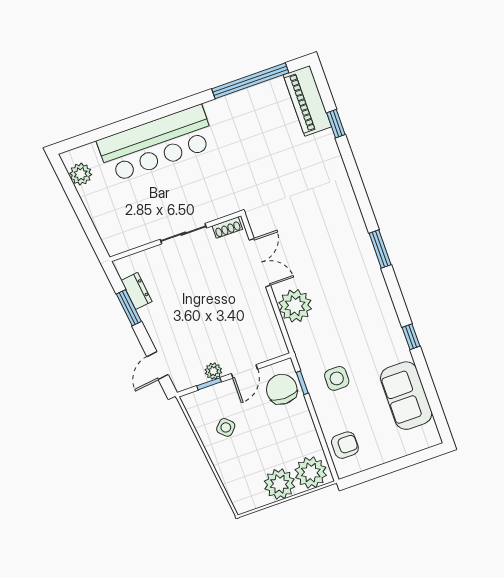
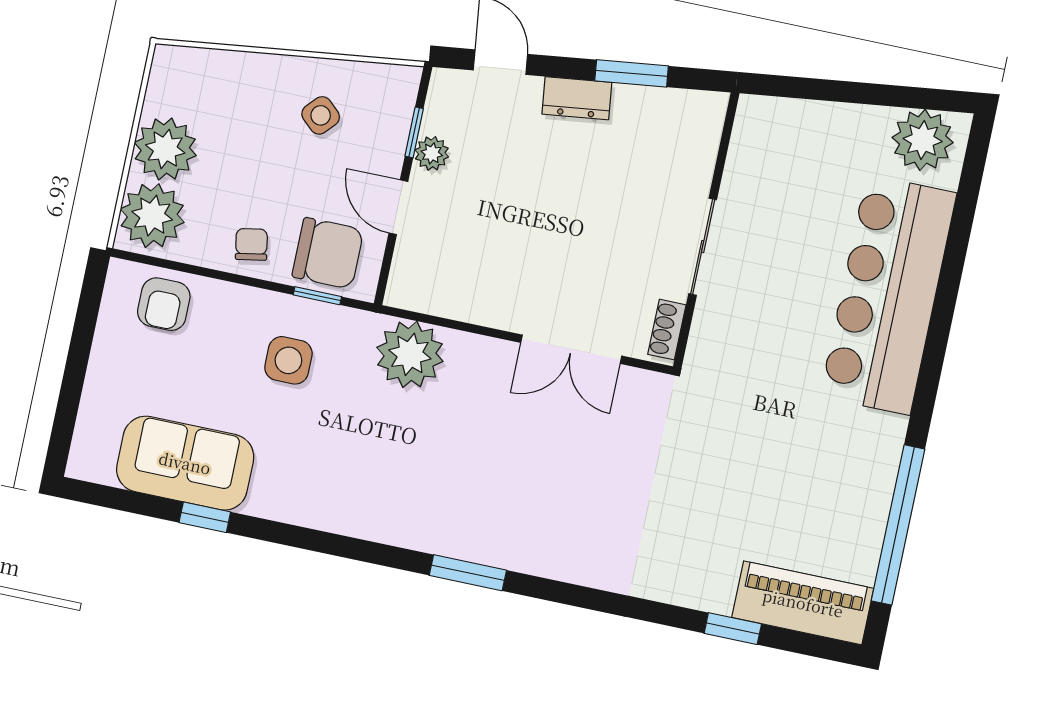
plant: (81, 174) -> (923, 140), width x1.36, depth x1.36
dresser: (137, 291) -> (577, 98), moved
plant: (295, 306) -> (410, 354), moved
window: (411, 337) -> (205, 517), moved
chair: (298, 424) -> (251, 244), added

